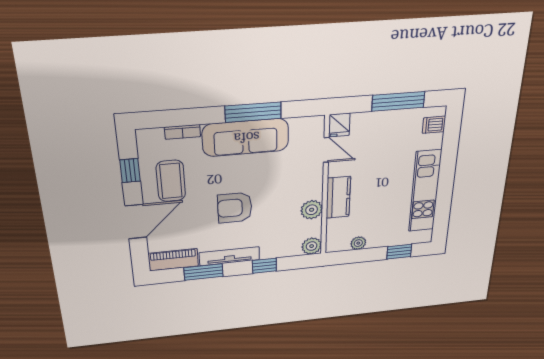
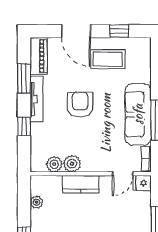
bookcase: (183, 132) -> (146, 159), moved
plant: (312, 246) -> (54, 164), moved

